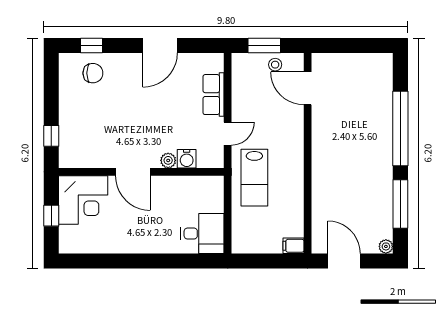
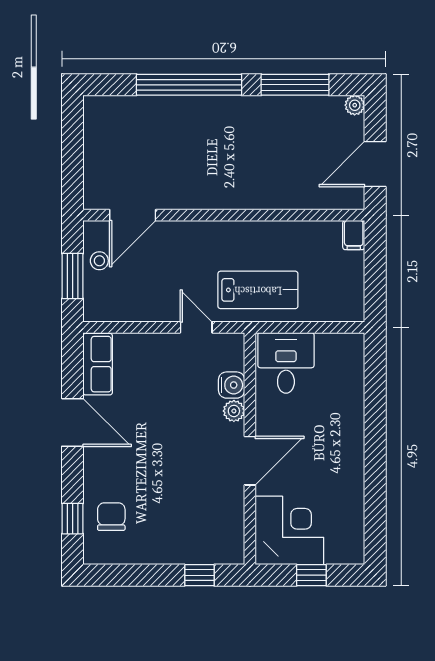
row of seats: (214, 95) -> (98, 364), moved, turned -90
desk: (202, 234) -> (286, 363), moved

